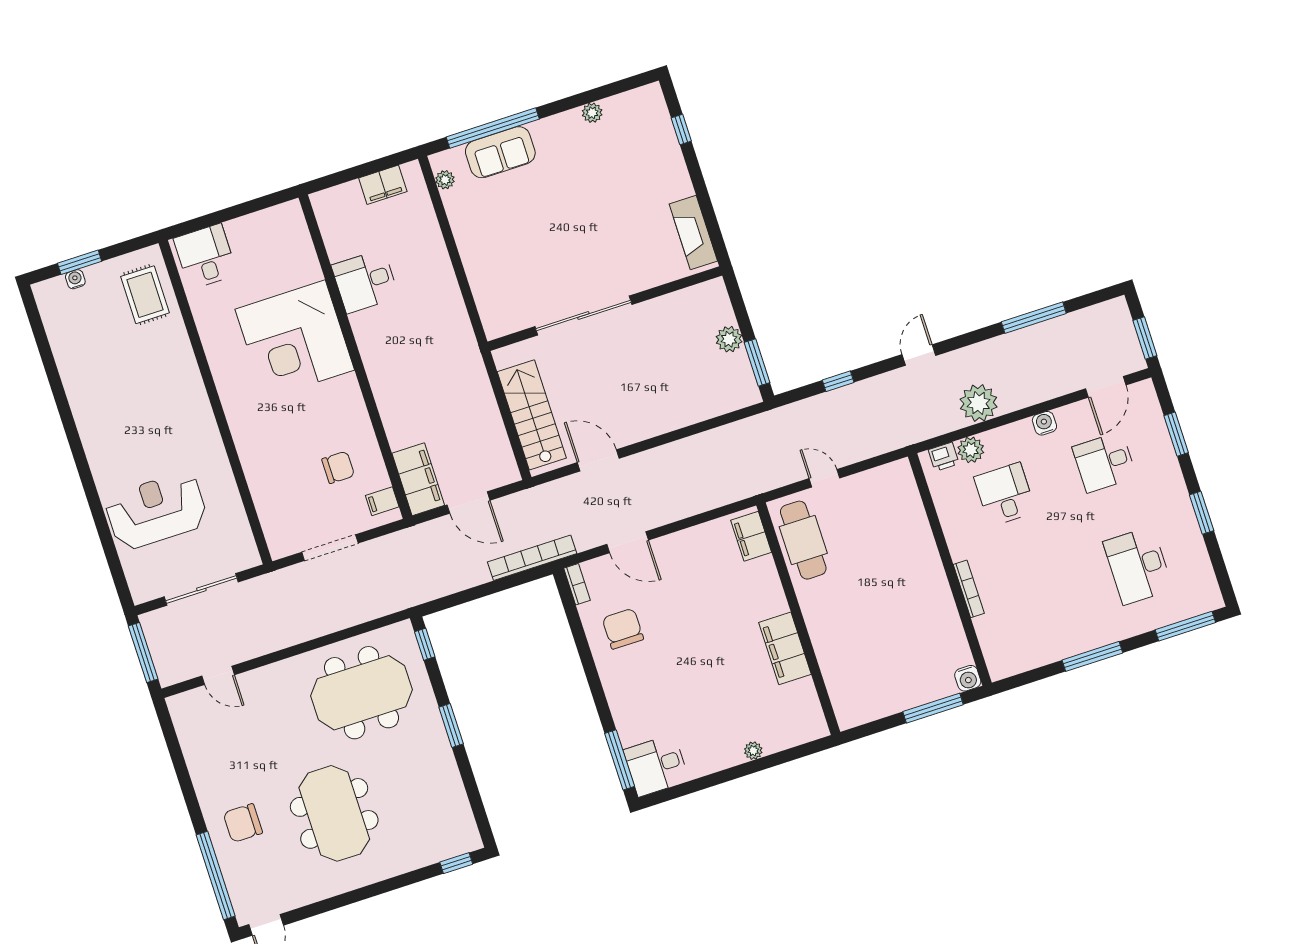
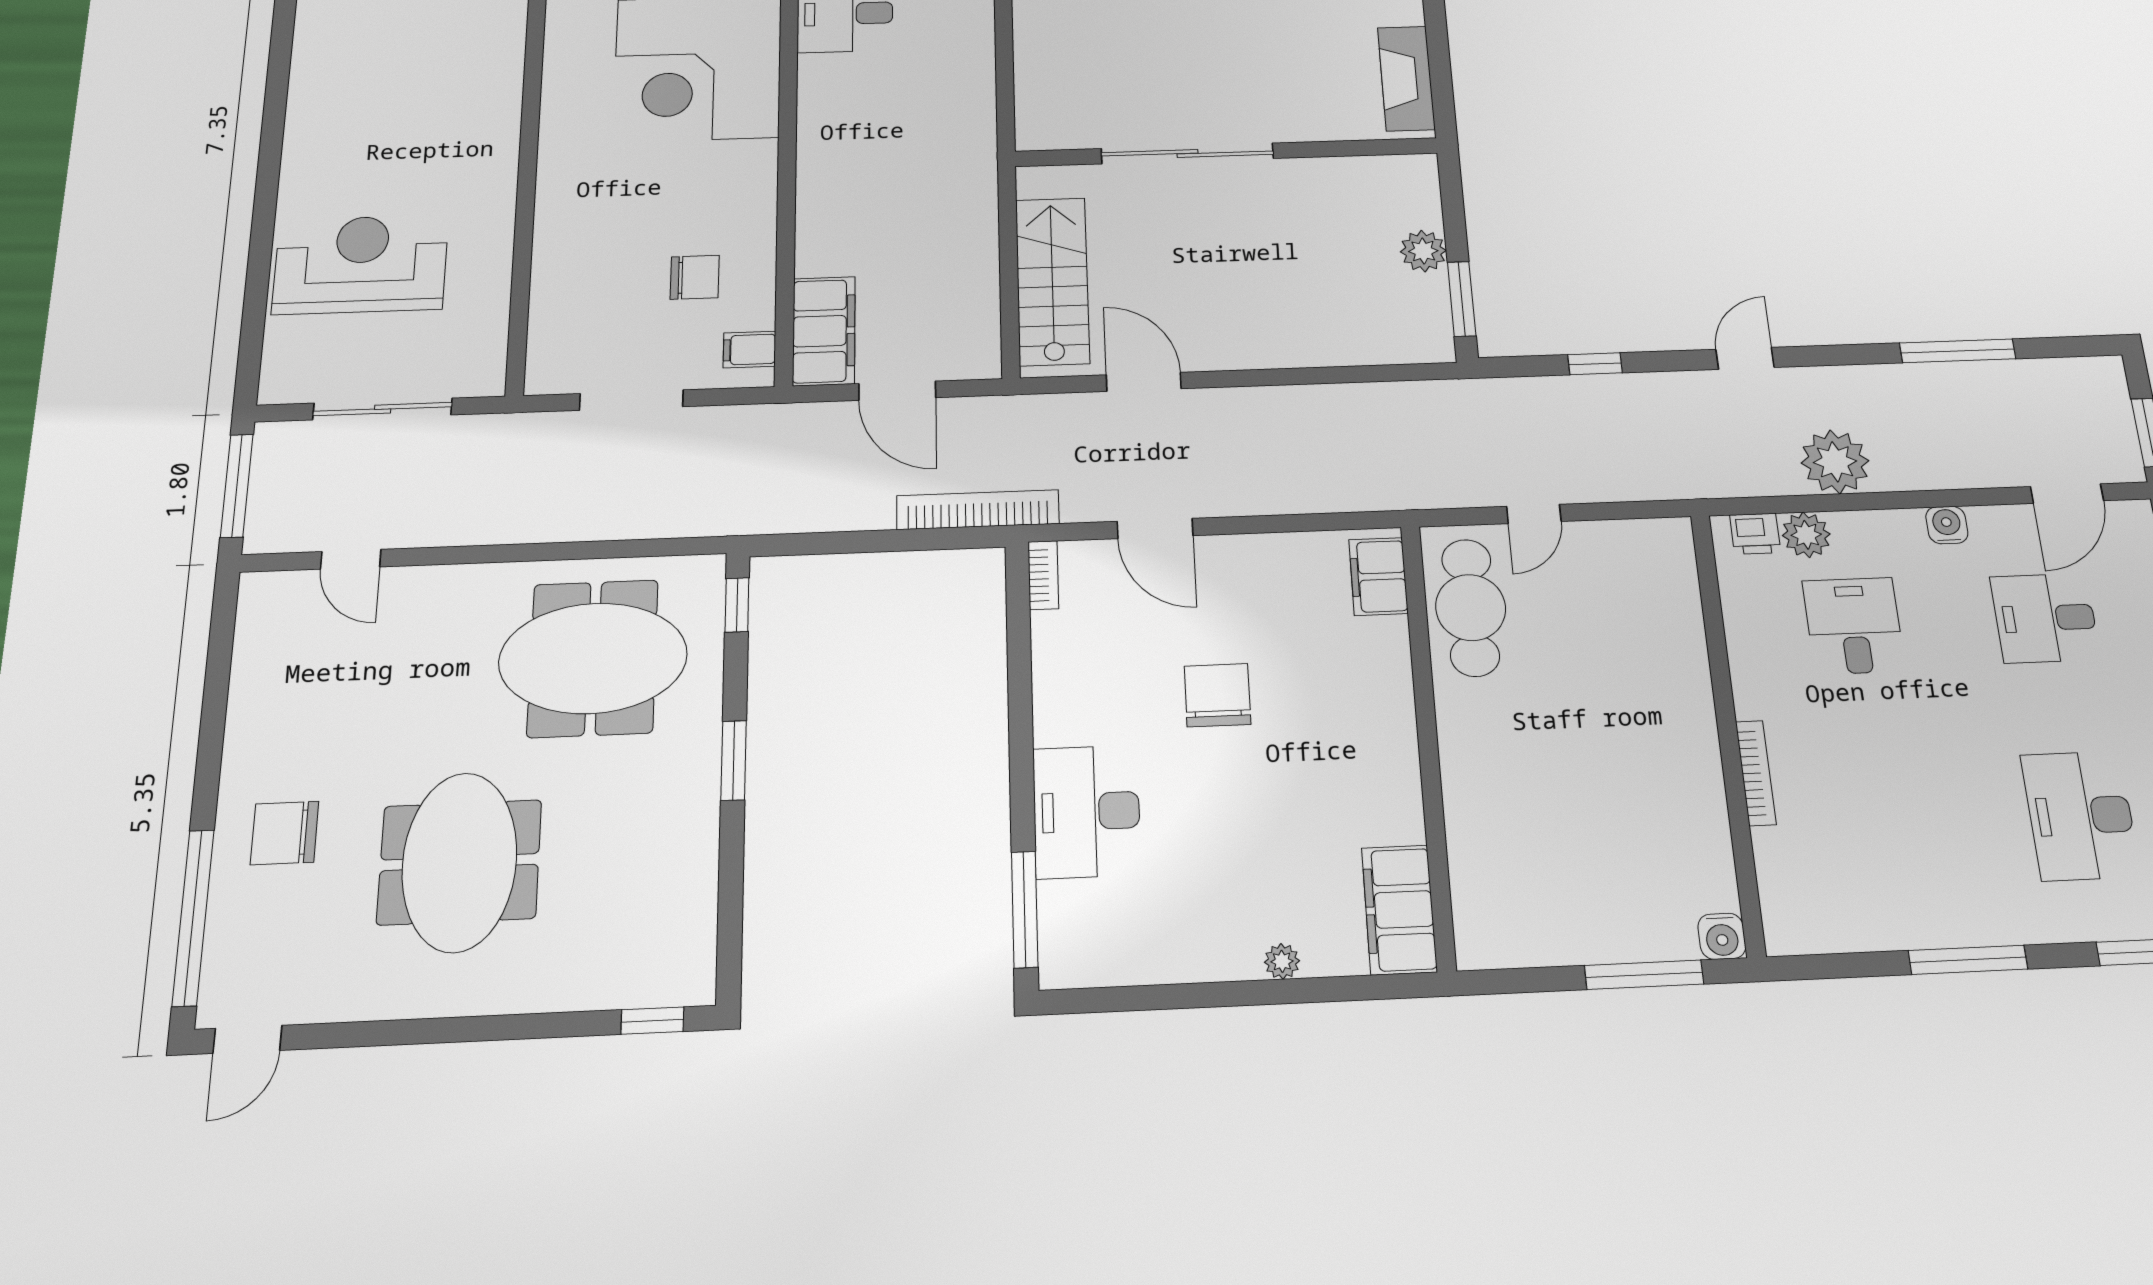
door: (824, 478) -> (1534, 514), swing flipped
chair: (623, 629) -> (1217, 695), moved
filing cabinet: (785, 648) -> (1399, 910), moved
desk: (656, 765) -> (1087, 812), moved, width x1.37

